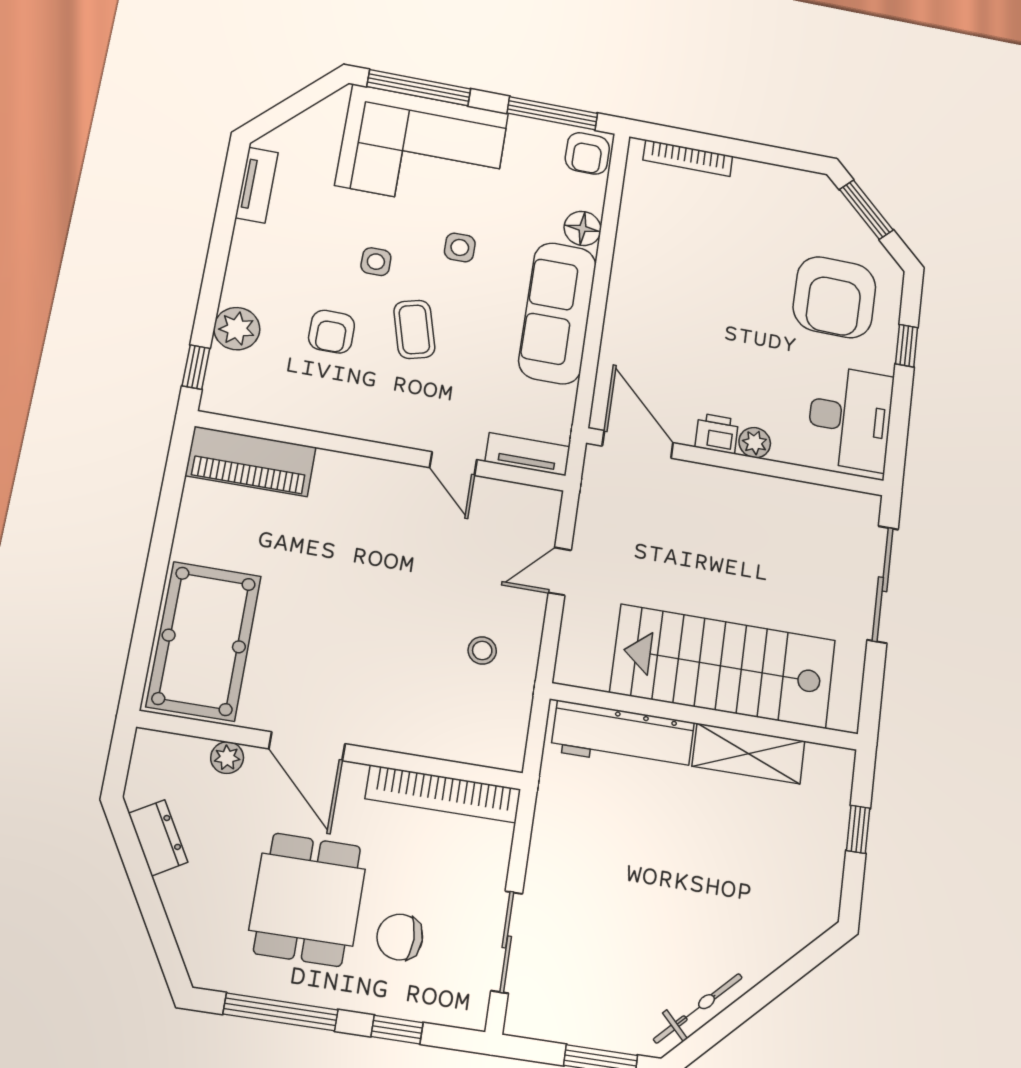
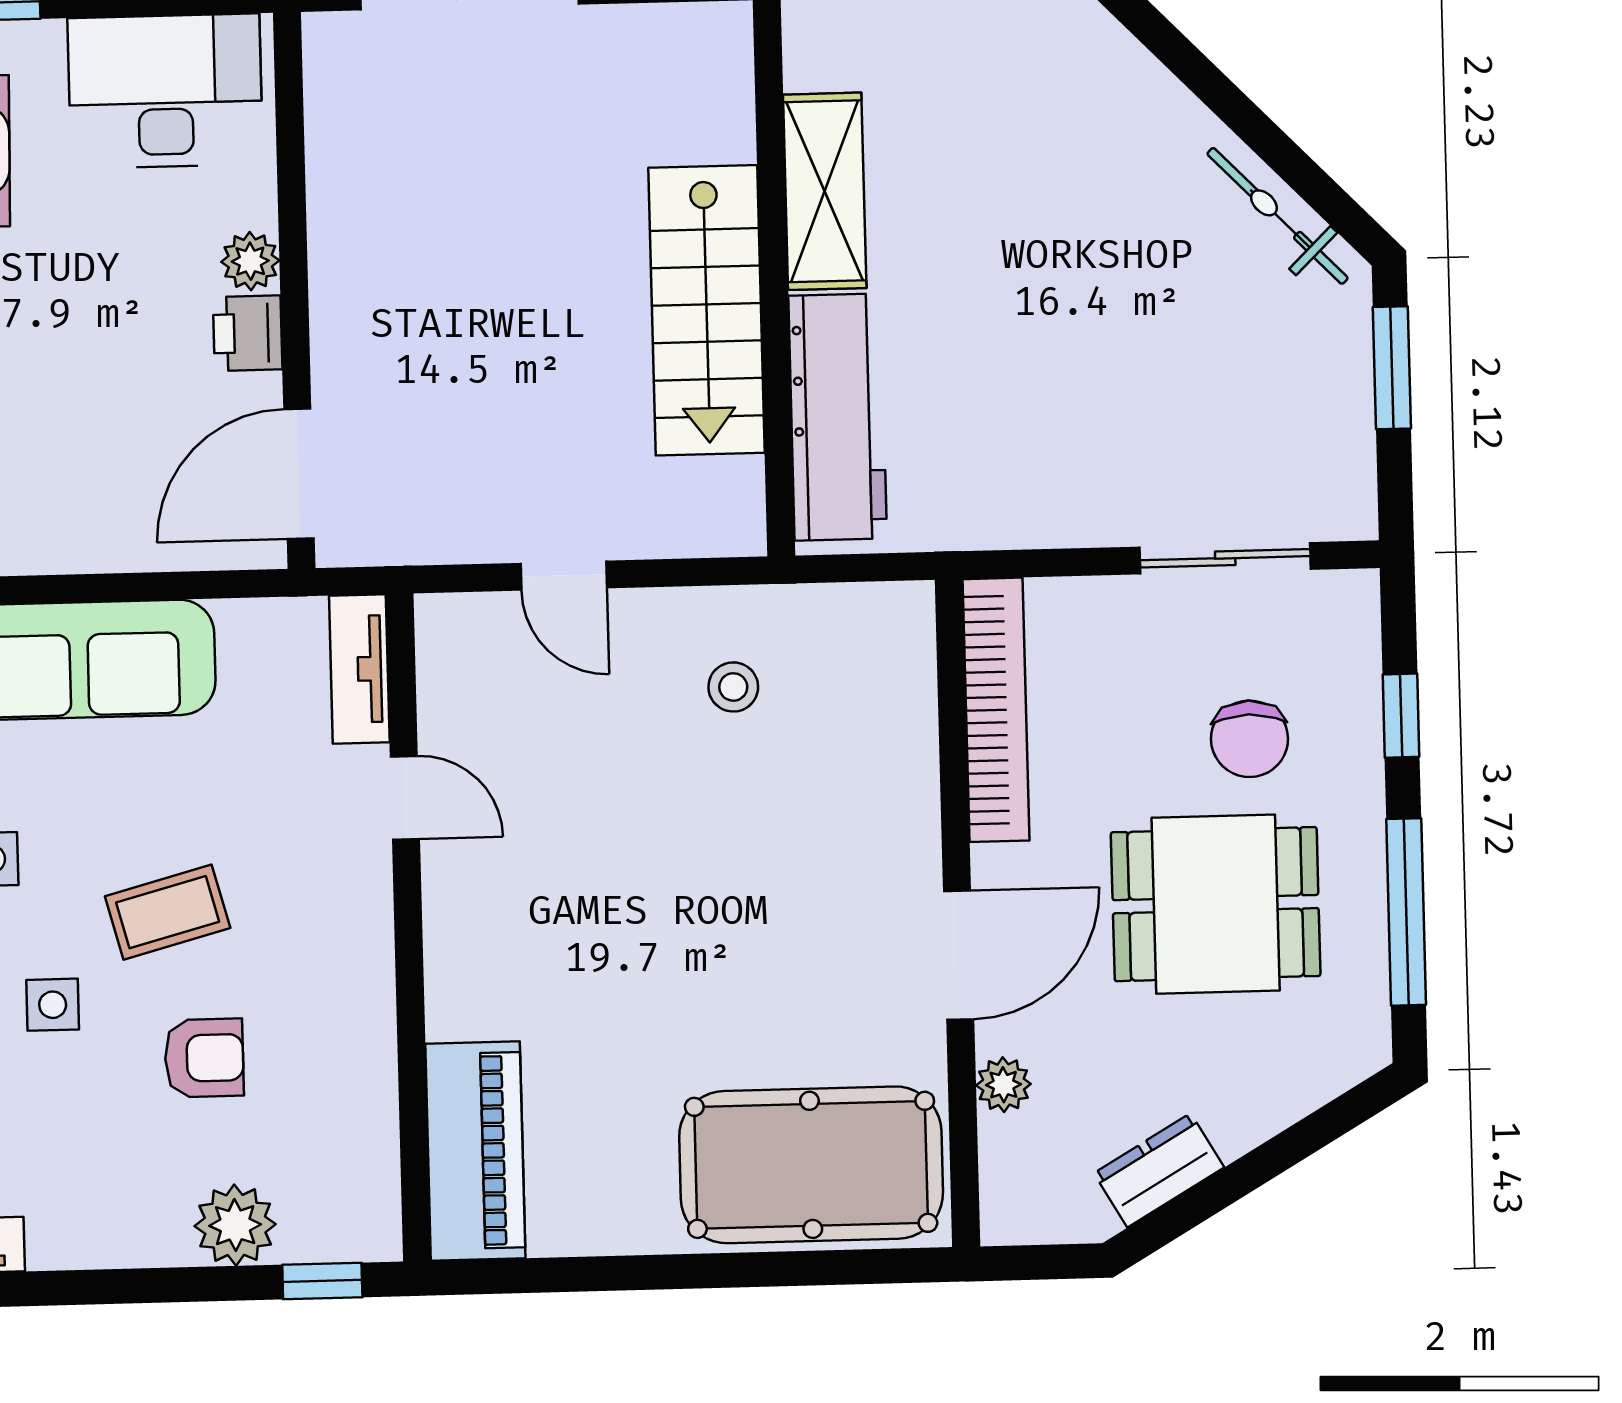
door: (453, 464) -> (405, 798), hinge flipped
stairs: (723, 666) -> (706, 310), width x0.73, depth x0.66

